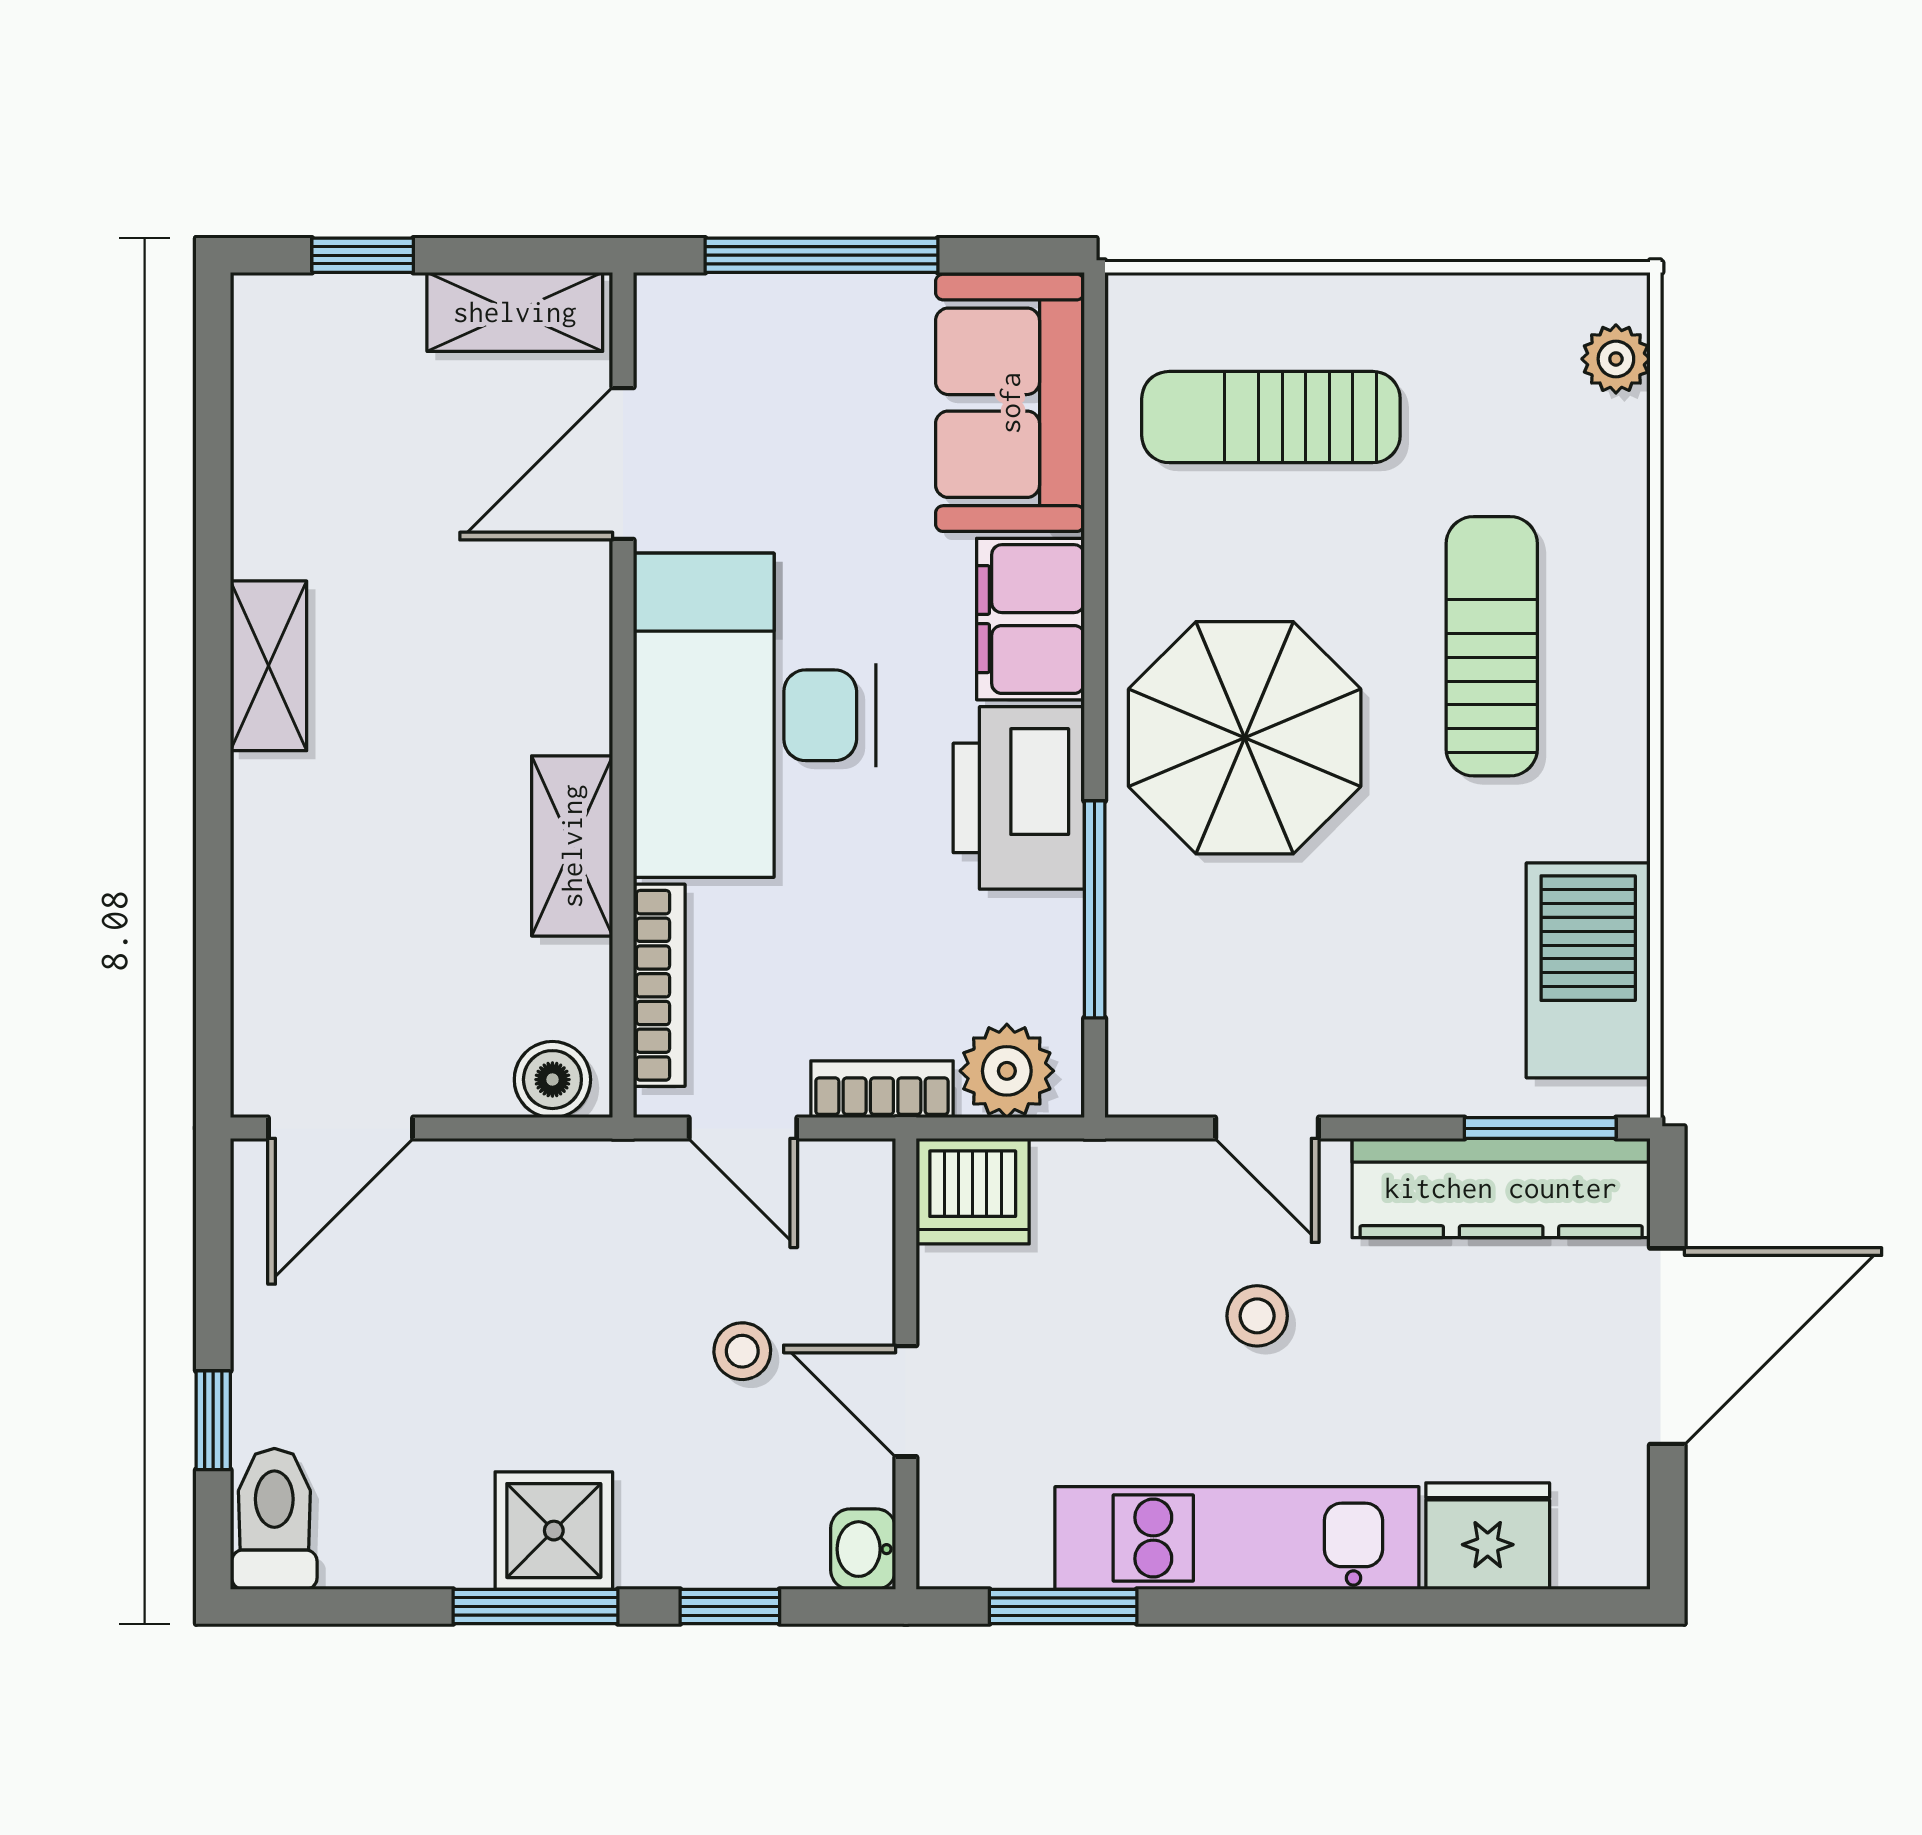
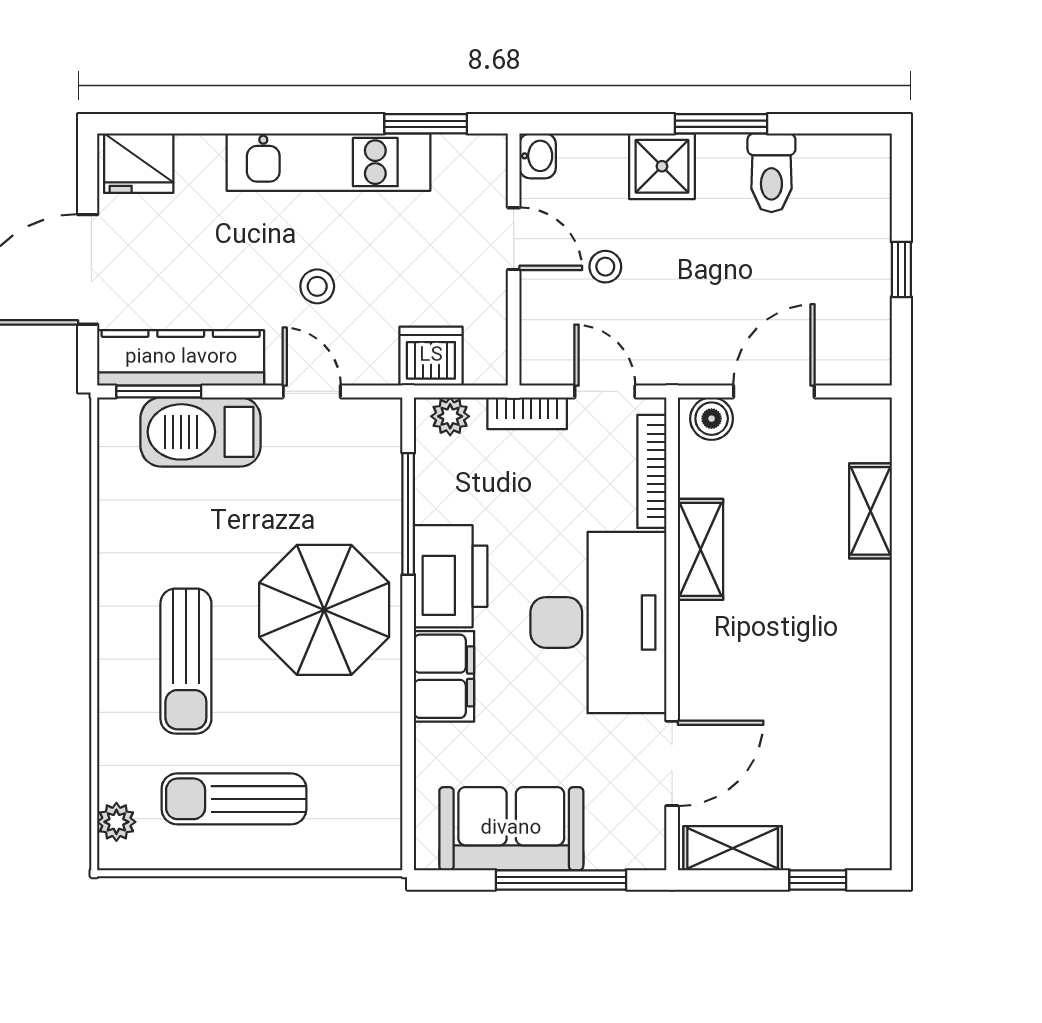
sofa: (1010, 403) -> (511, 829), moved, turned -90
sun lounger: (1271, 417) -> (234, 799), moved, turned 180
shelving: (269, 666) -> (870, 511), moved
barbecue: (1588, 970) -> (201, 432), moved, turned 90
plant: (1007, 1071) -> (450, 416), width x0.73, depth x0.73
door: (341, 1128) -> (774, 391), moved
dishwasher: (973, 1191) -> (431, 356), moved
window: (213, 1420) -> (901, 269), moved
toilet: (274, 1519) -> (771, 173), moved
shower: (554, 1531) -> (662, 166), moved
fridge: (1488, 1536) -> (139, 163), moved
window: (730, 1606) -> (612, 124), removed

